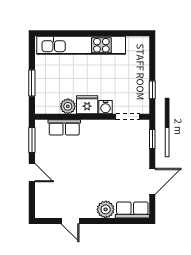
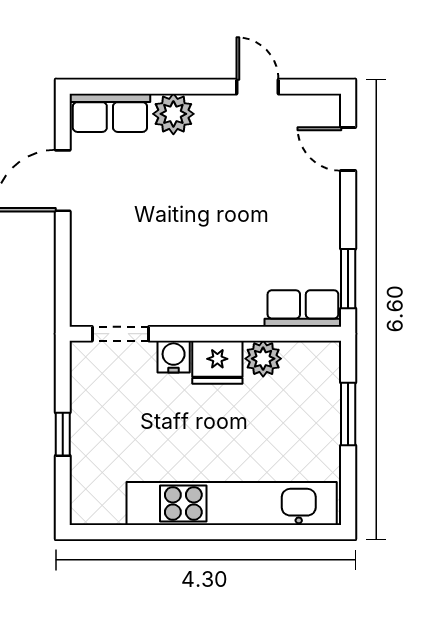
window: (152, 90) -> (63, 434), moved
row of seats: (64, 127) -> (303, 308), moved
window: (152, 139) -> (63, 281), removed
door: (32, 173) -> (348, 149), moved

